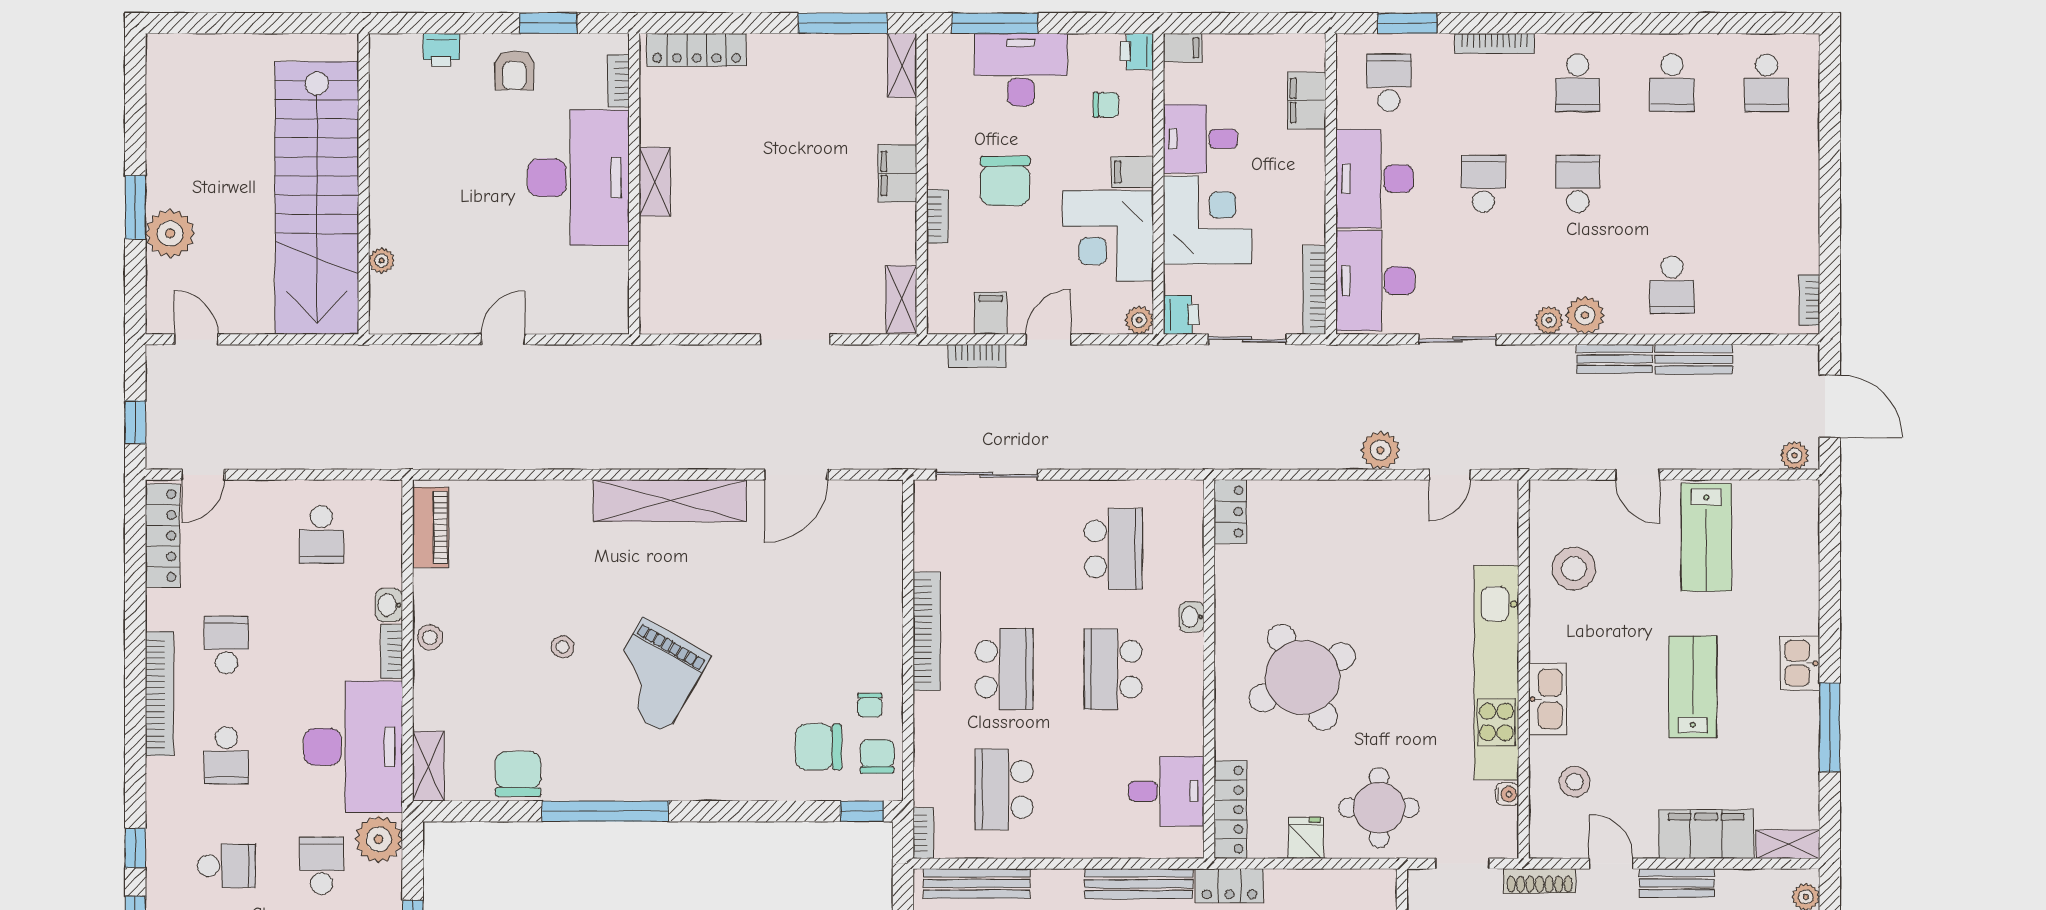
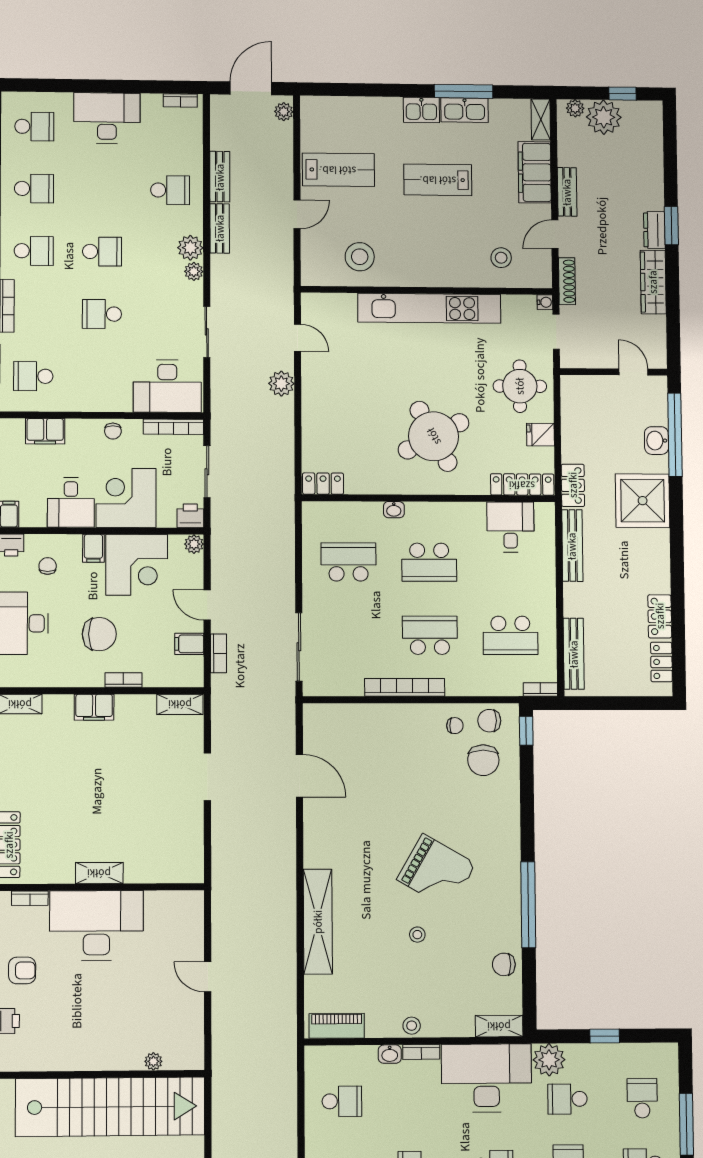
desk: (1375, 179) -> (107, 118), moved, turned 180
school desk: (1578, 184) -> (102, 252), turned 180
chair: (1307, 200) -> (113, 431), added
shelving: (670, 501) -> (318, 922), moved
kitchen sink: (1548, 699) -> (465, 110), moved, turned 180
chair: (518, 774) -> (504, 964), width x0.73, depth x0.73
water cooler: (1507, 794) -> (545, 302), moved, turned 90

